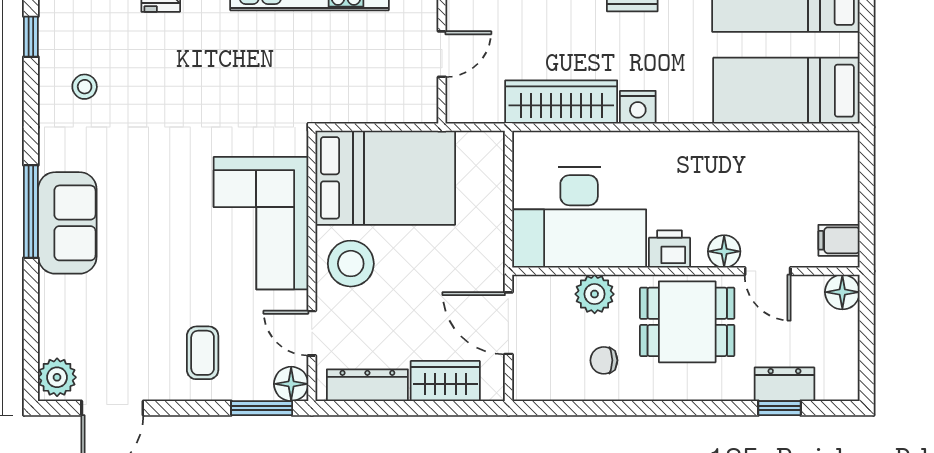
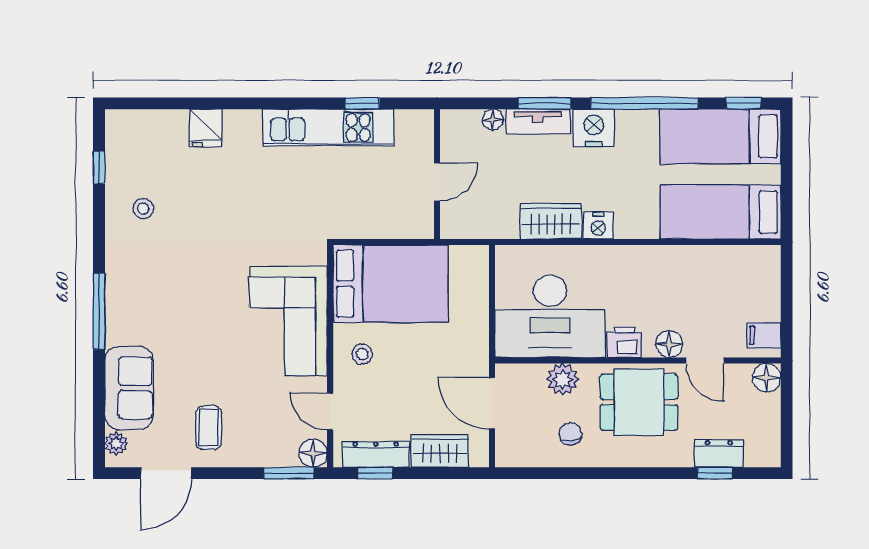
wardrobe: (561, 102) -> (551, 221), width x0.67
sofa: (67, 223) -> (129, 388), moved
stool: (351, 264) -> (362, 354), width x0.53, depth x0.53
coffee table: (203, 353) -> (209, 428), moved
chair: (604, 360) -> (570, 434), turned 81
plant: (57, 377) -> (116, 443), width x0.73, depth x0.73
window: (367, 408) -> (375, 473), added

